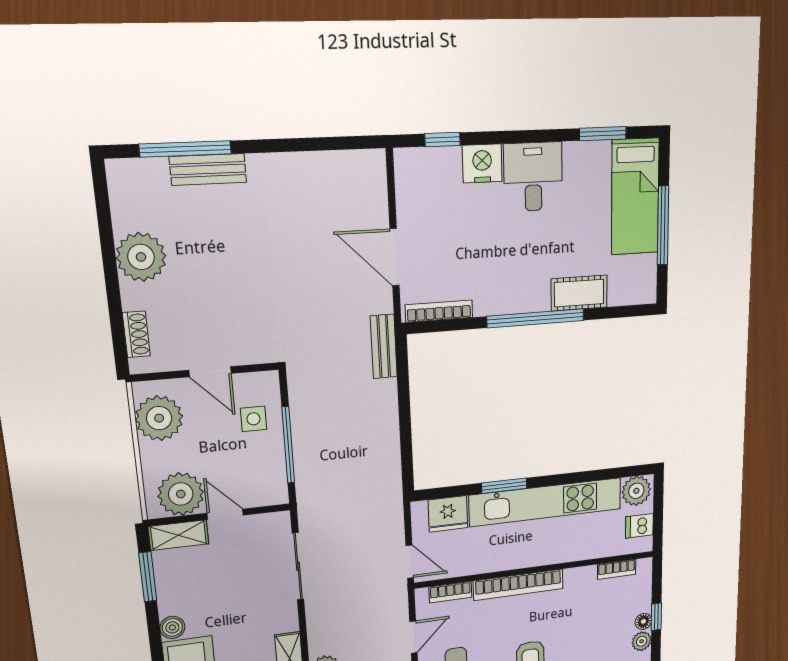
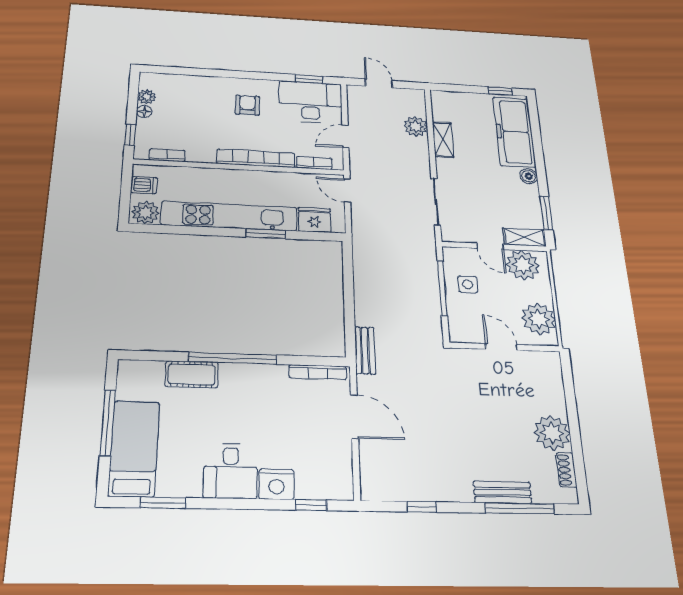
window: (311, 144) -> (422, 507), added
shoe rack: (136, 334) -> (566, 470), moved
side table: (254, 419) -> (468, 284), moved
window: (656, 617) -> (130, 135), moved

